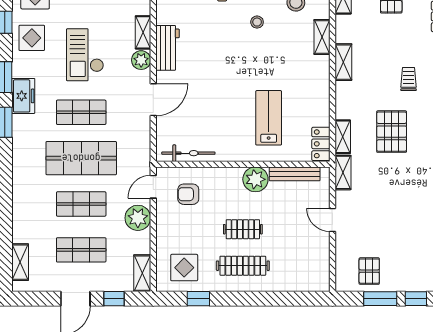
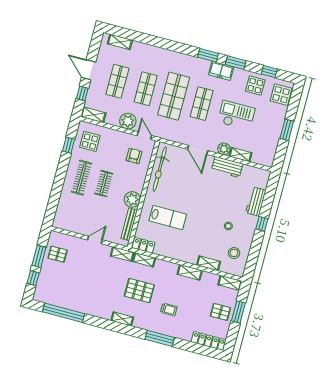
bicycle: (188, 153) -> (160, 169), width x1.37, depth x1.40

